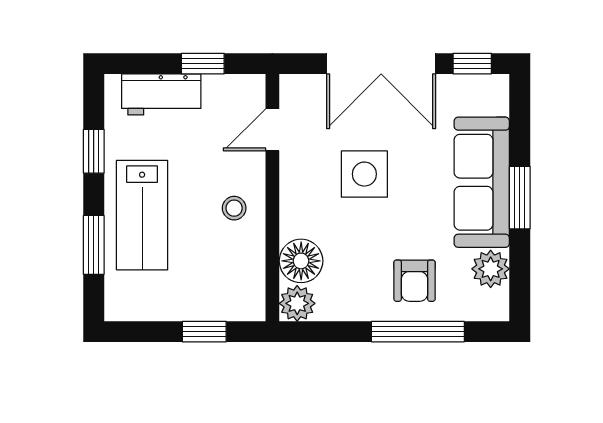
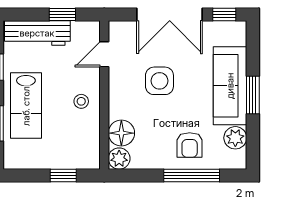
workbench: (161, 94) -> (37, 33), width x1.38

